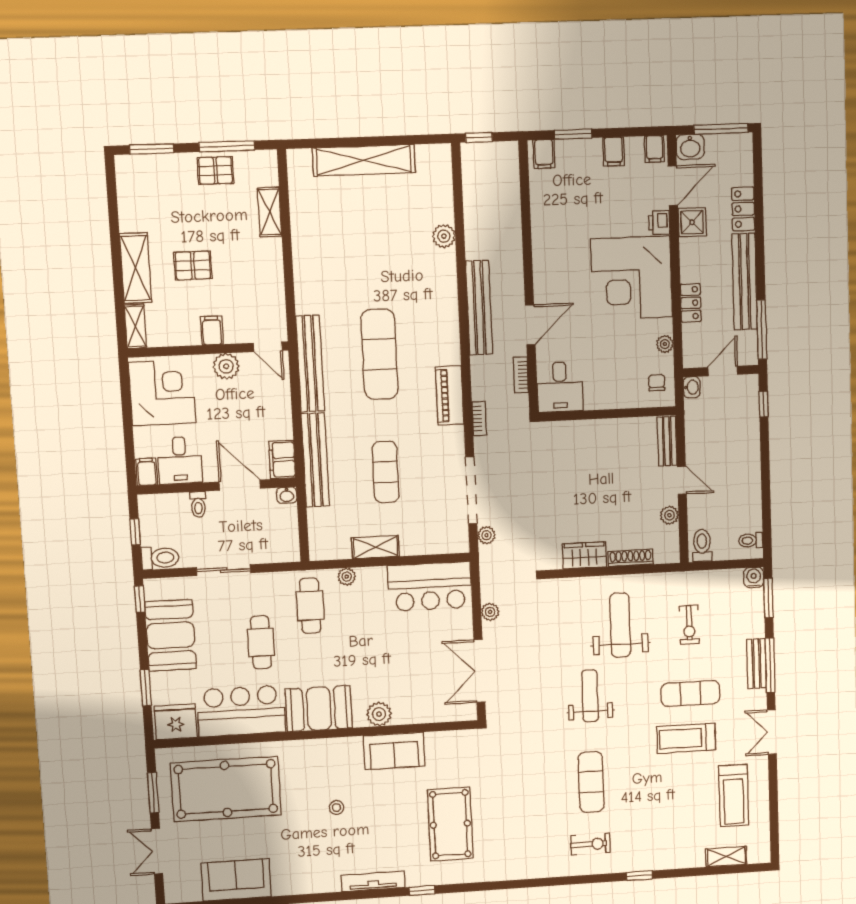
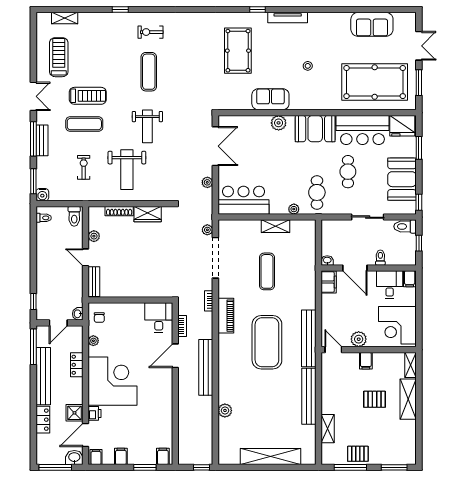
exercise mat: (380, 354) -> (267, 342), width x1.47
bench: (315, 460) -> (309, 396), moved

